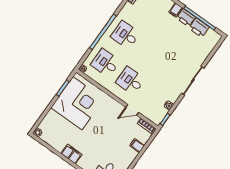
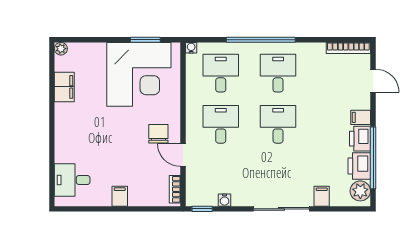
plant: (211, 36) -> (360, 191), added
desk: (150, 53) -> (278, 124), added
filing cabinet: (201, 57) -> (322, 196), added
chair: (113, 114) -> (158, 134), added
filing cabinet: (137, 146) -> (120, 196), moved
filing cabinet: (71, 154) -> (64, 87), moved

